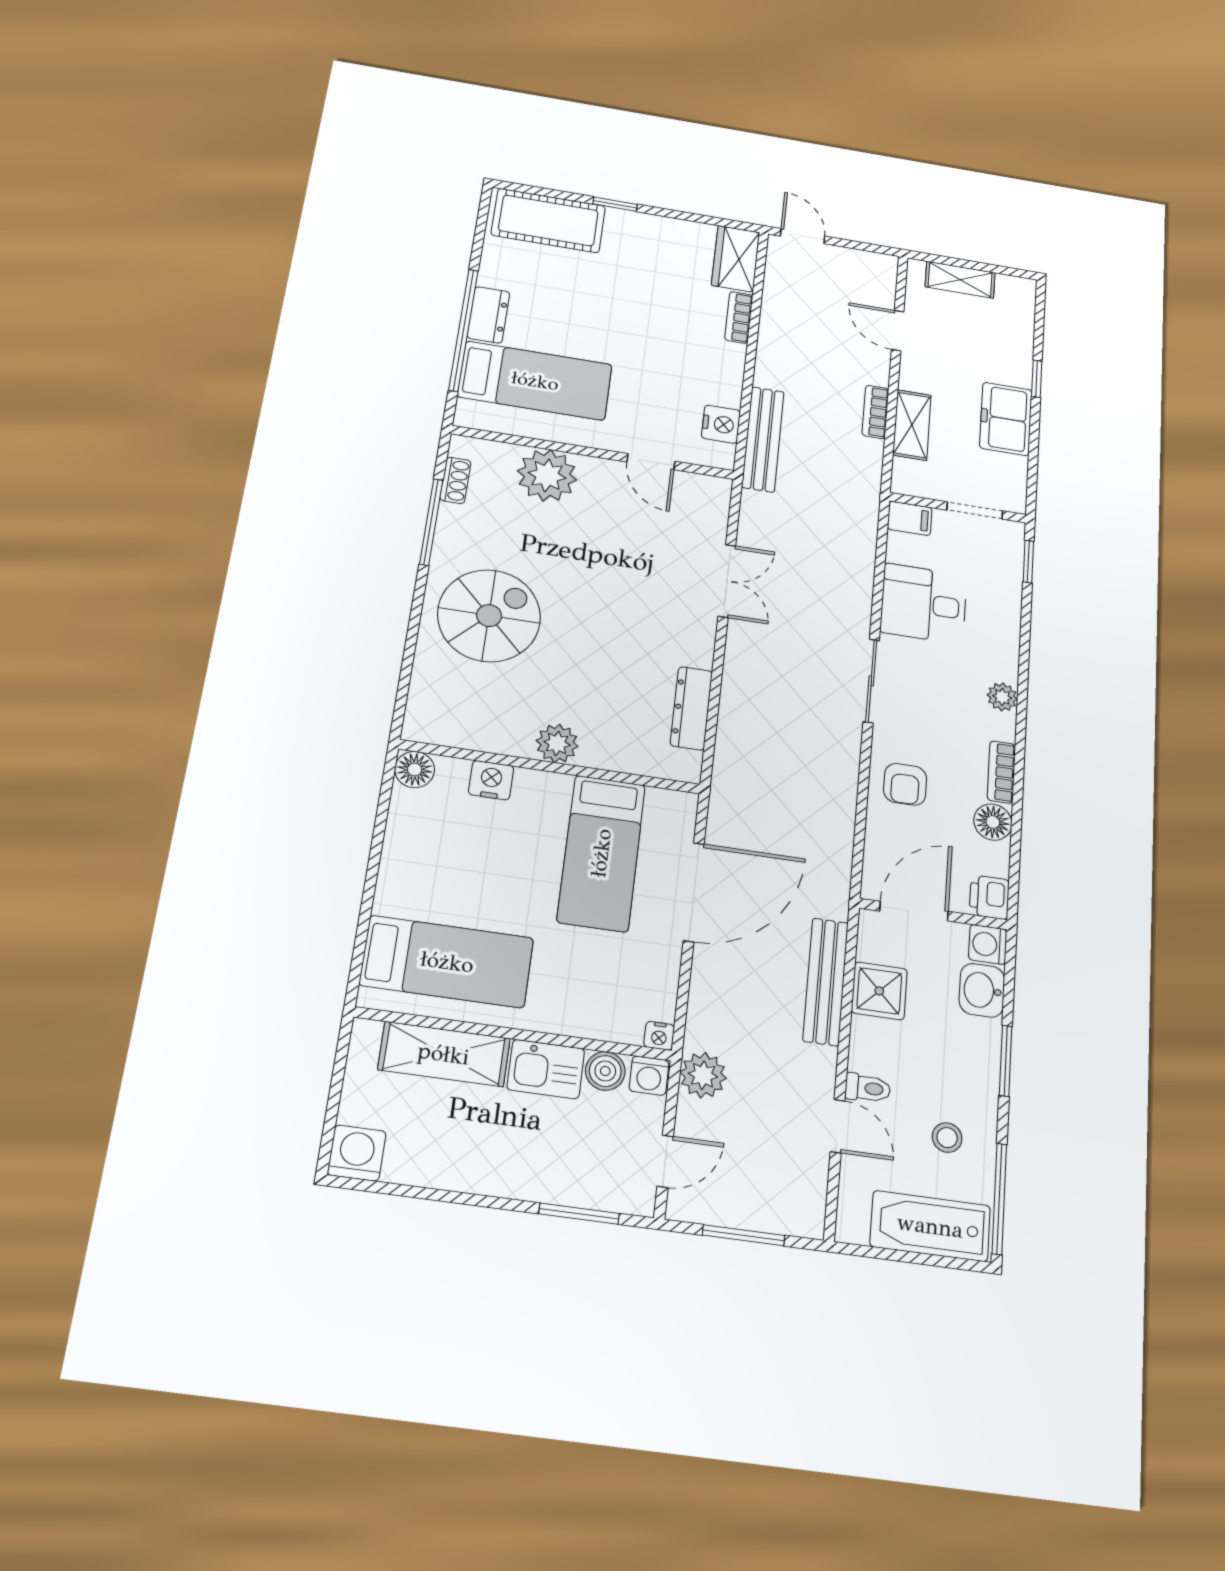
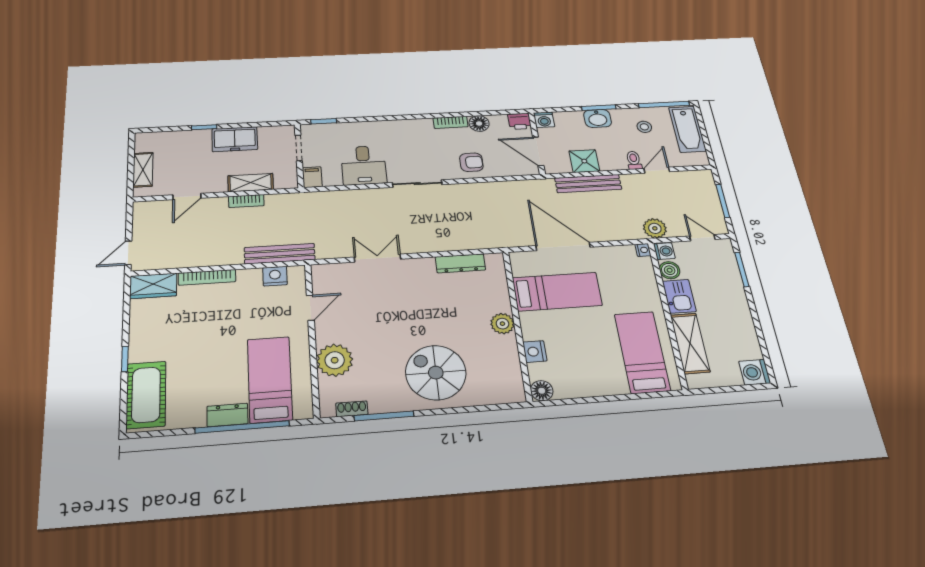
bookcase: (739, 317) -> (207, 277), width x1.56
plant: (1002, 697) -> (408, 126), removed
washbasin: (982, 990) -> (598, 118), moved

